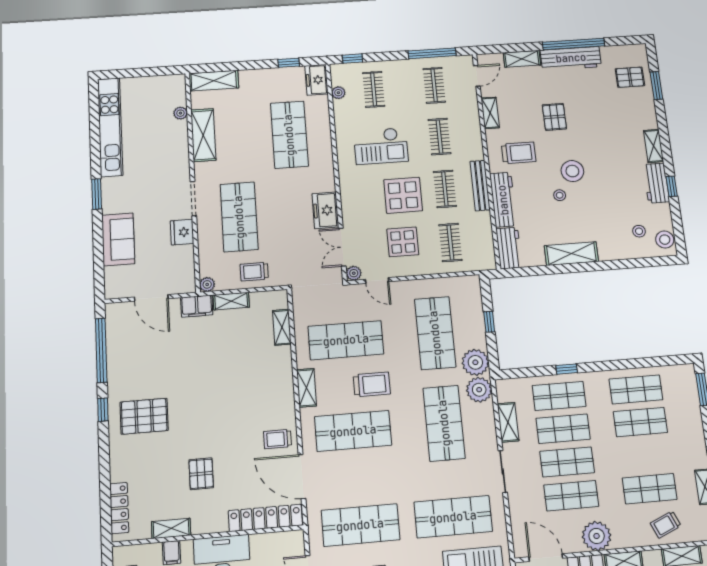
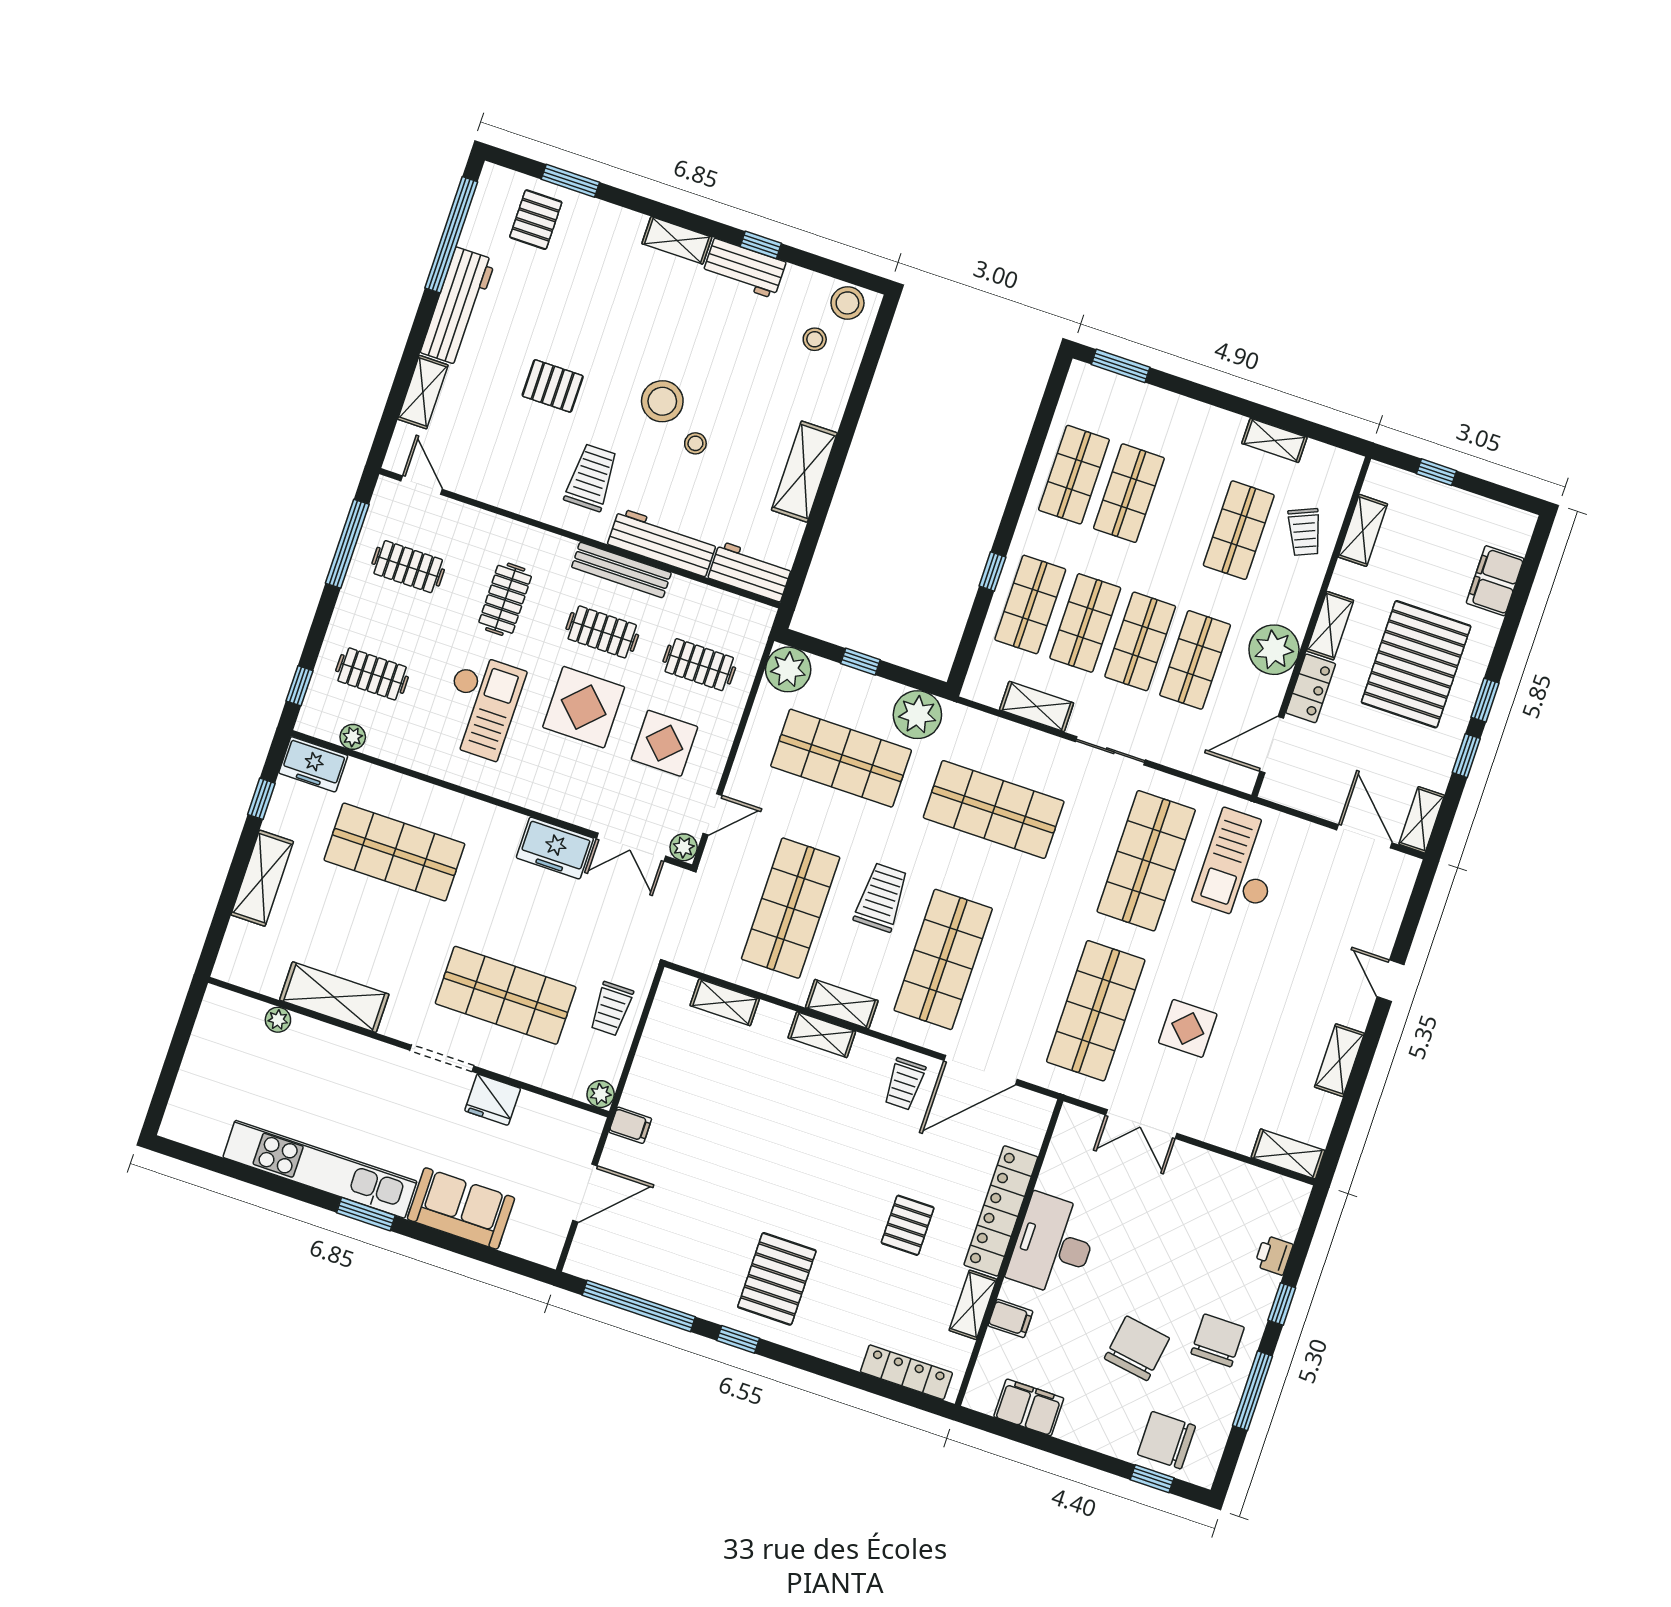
window: (574, 44) -> (451, 235), moved
shelving: (214, 81) -> (262, 878), moved
shelving: (490, 113) -> (499, 493), removed
kitchen unit: (110, 127) -> (320, 1169), moved
clothes rail: (439, 137) -> (505, 599), turned 90
shelving: (231, 301) -> (822, 1035), moved, turned 90
filing cabinet: (197, 306) -> (630, 1125), width x0.50
plant: (479, 390) -> (788, 669), moved
pallet: (201, 474) -> (908, 1225), turned 90
locker: (265, 518) -> (1001, 1211), moved

